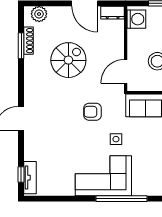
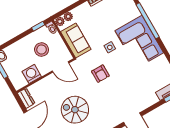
washing machine: (136, 19) -> (32, 74), moved

